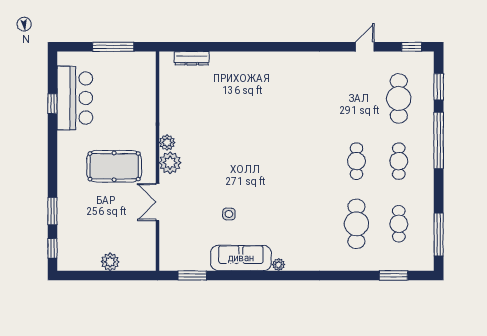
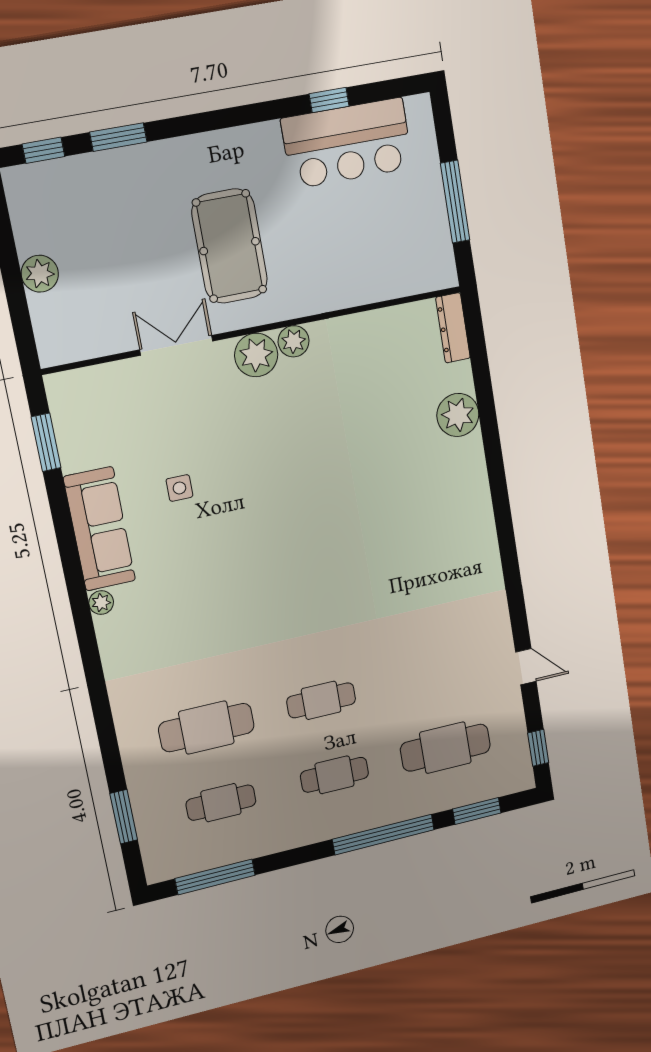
dresser: (192, 58) -> (453, 328), moved
plant: (222, 63) -> (458, 415), added

